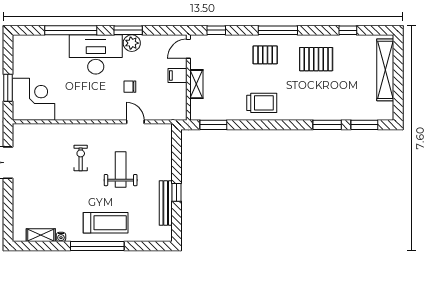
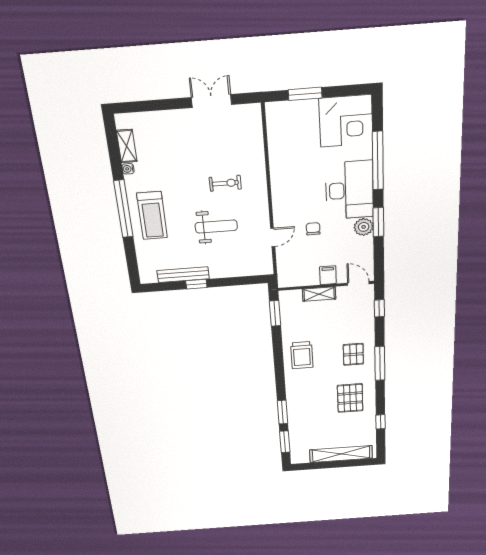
corner desk: (34, 99) -> (346, 121), moved

